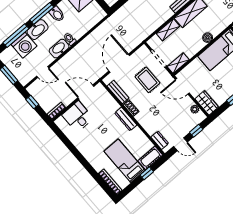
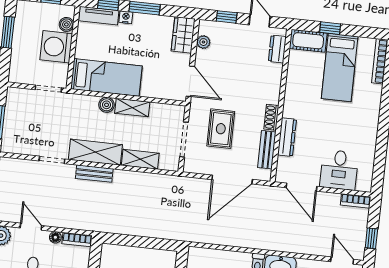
shelving: (178, 63) -> (132, 108), moved
door: (43, 72) -> (342, 261), moved
dresser: (126, 119) -> (287, 137), moved

